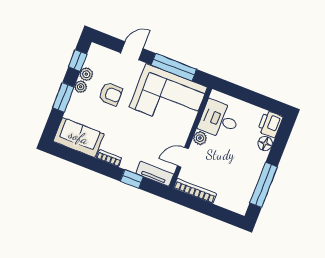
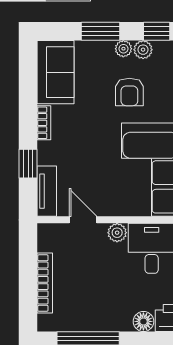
bookcase: (195, 191) -> (45, 283), moved

